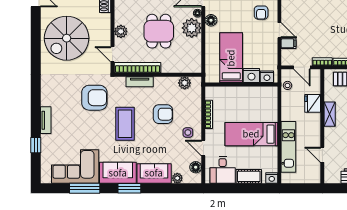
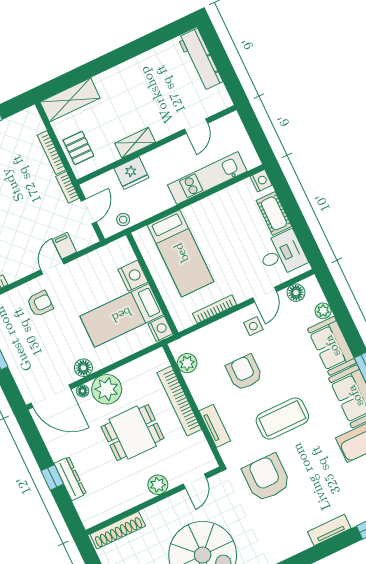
bookcase: (138, 68) -> (179, 401), moved
nightstand: (267, 77) -> (160, 329), moved
bed: (251, 134) -> (181, 253), moved

